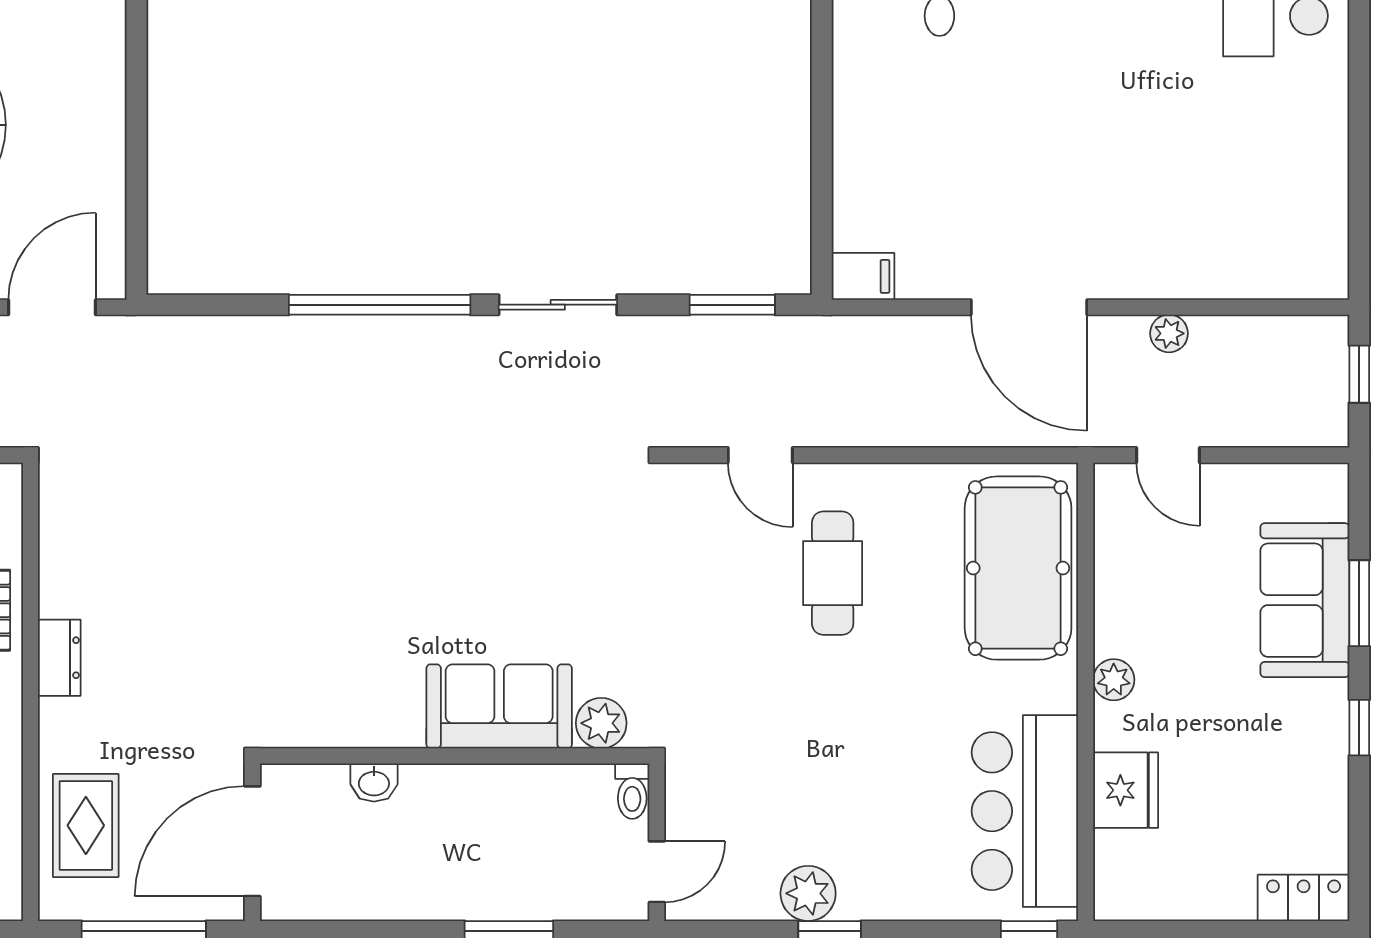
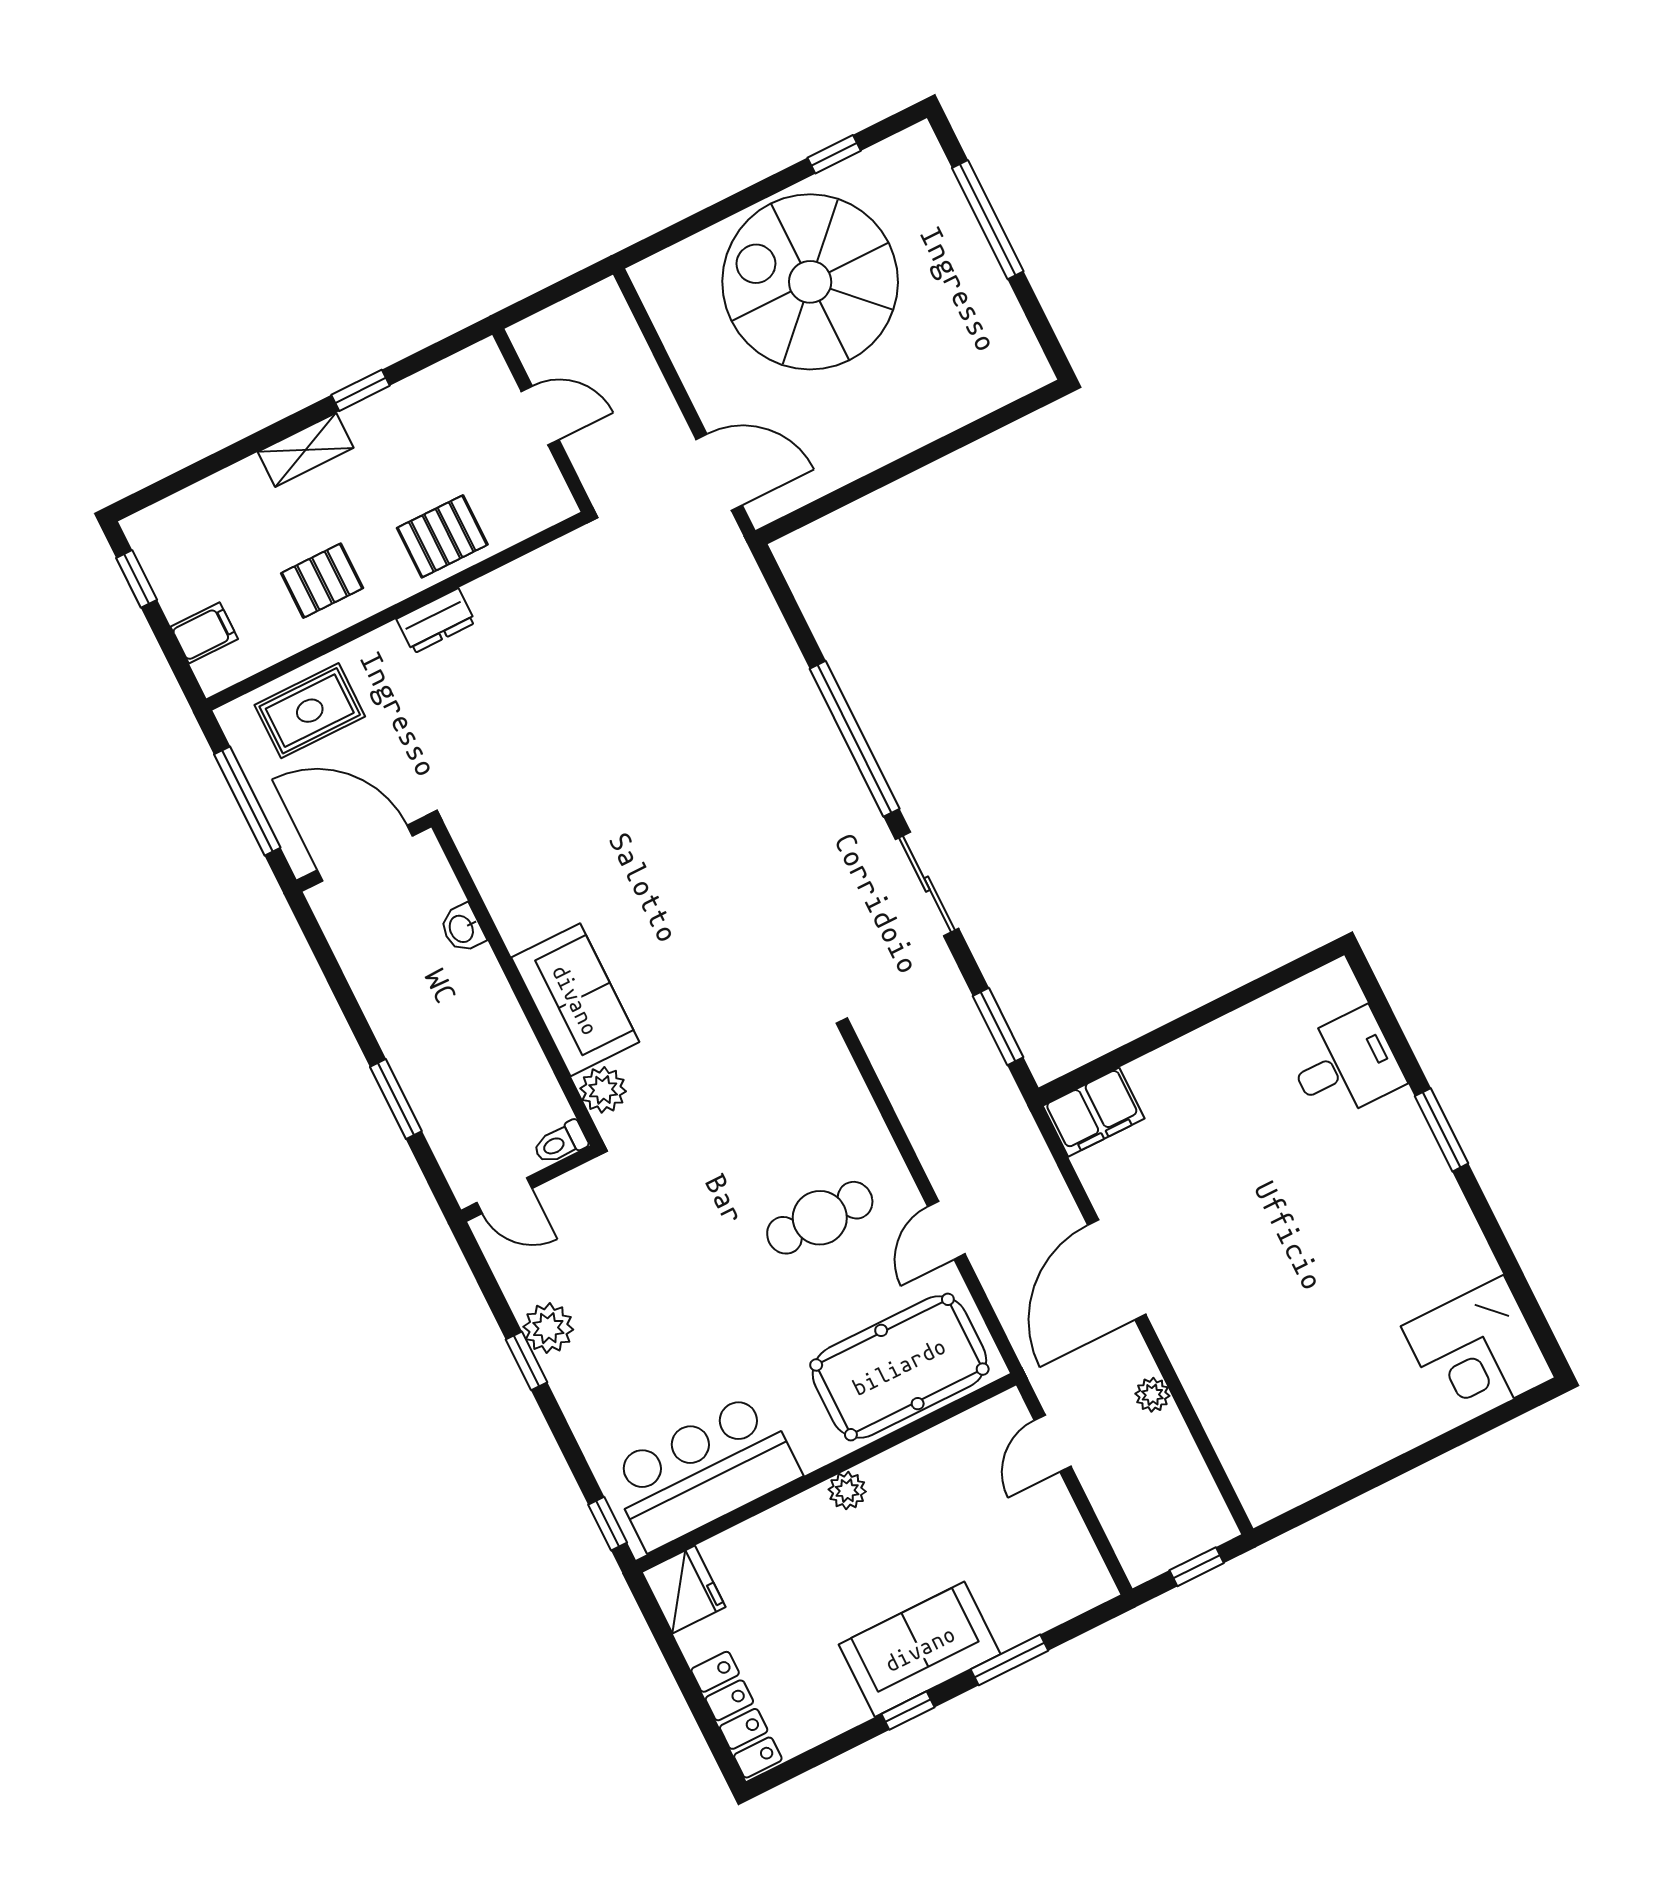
filing cabinet: (863, 276) -> (1094, 1112), width x2.00
door: (760, 455) -> (946, 1230), moved
sofa: (1305, 600) -> (920, 1649), moved
fridge: (1126, 790) -> (684, 1590), moved, turned -90
locker: (1304, 898) -> (737, 1715), width x1.53

